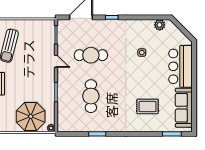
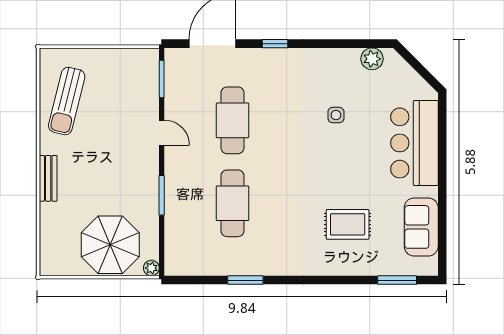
cafe table: (91, 55) -> (232, 120), turned 90
sofa: (184, 108) -> (421, 227), width x0.73

